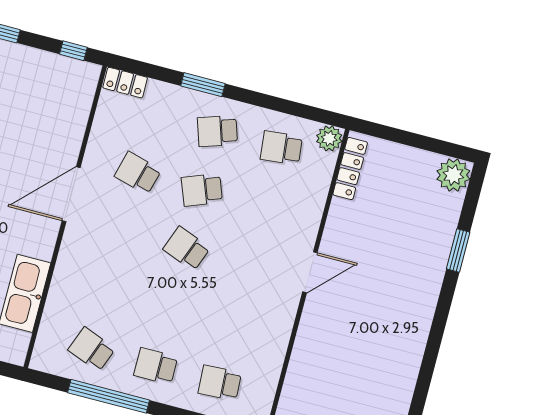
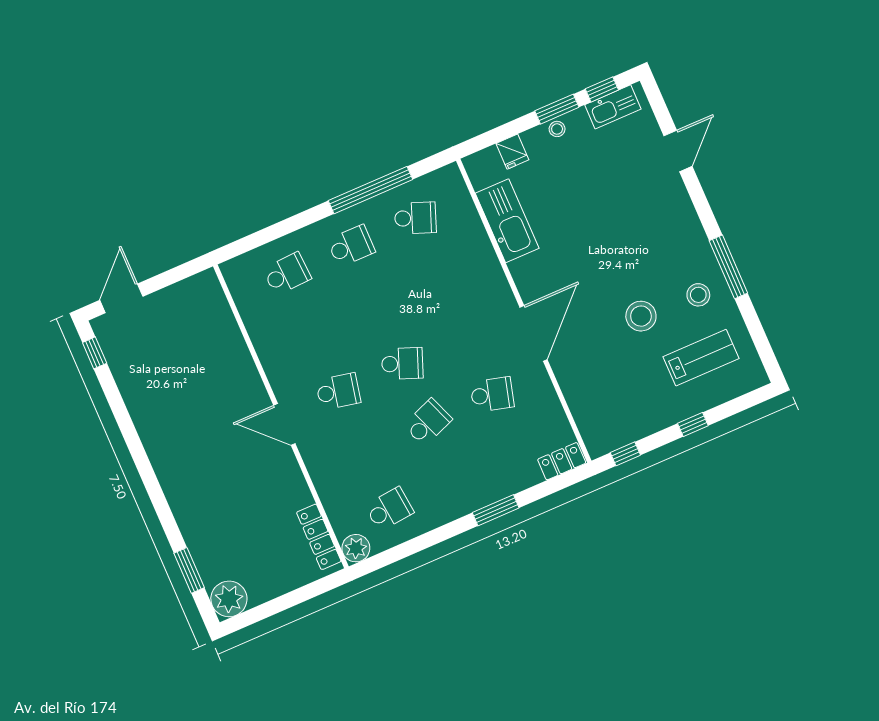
school desk: (217, 131) -> (338, 391), moved, turned 30
window: (458, 251) -> (189, 570), moved
door: (310, 272) -> (284, 424), hinge flipped

